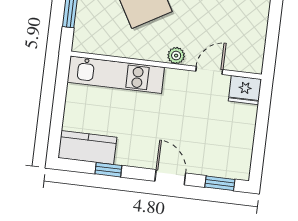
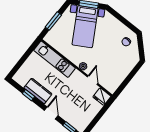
door: (209, 70) -> (93, 80), hinge flipped
kitchen counter: (87, 148) -> (38, 91), moved

